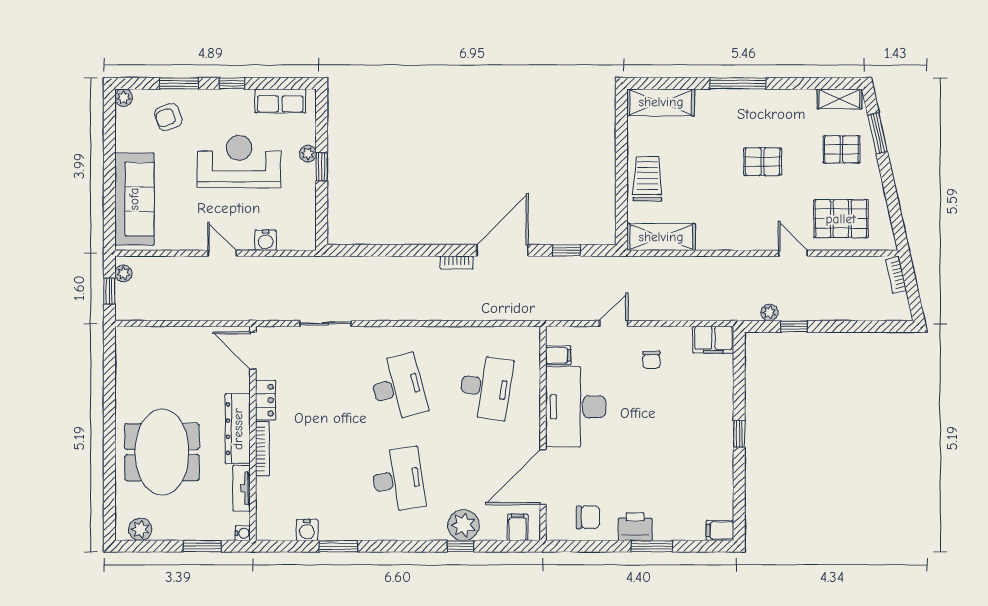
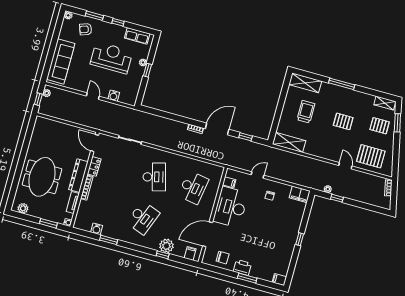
trolley: (647, 179) -> (306, 112), moved
desk: (398, 480) -> (143, 218), turned 30

